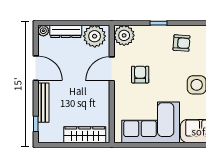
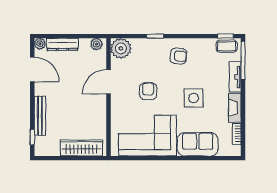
plant: (95, 36) -> (96, 44), width x0.53, depth x0.53
door: (36, 68) -> (32, 69), moved
armchair: (140, 75) -> (148, 91), moved

